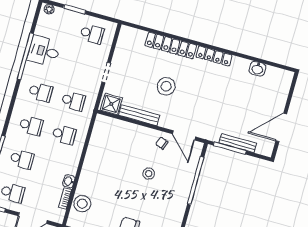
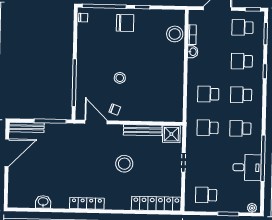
locker: (171, 45) -> (156, 204), moved
bench: (238, 143) -> (27, 127), moved

